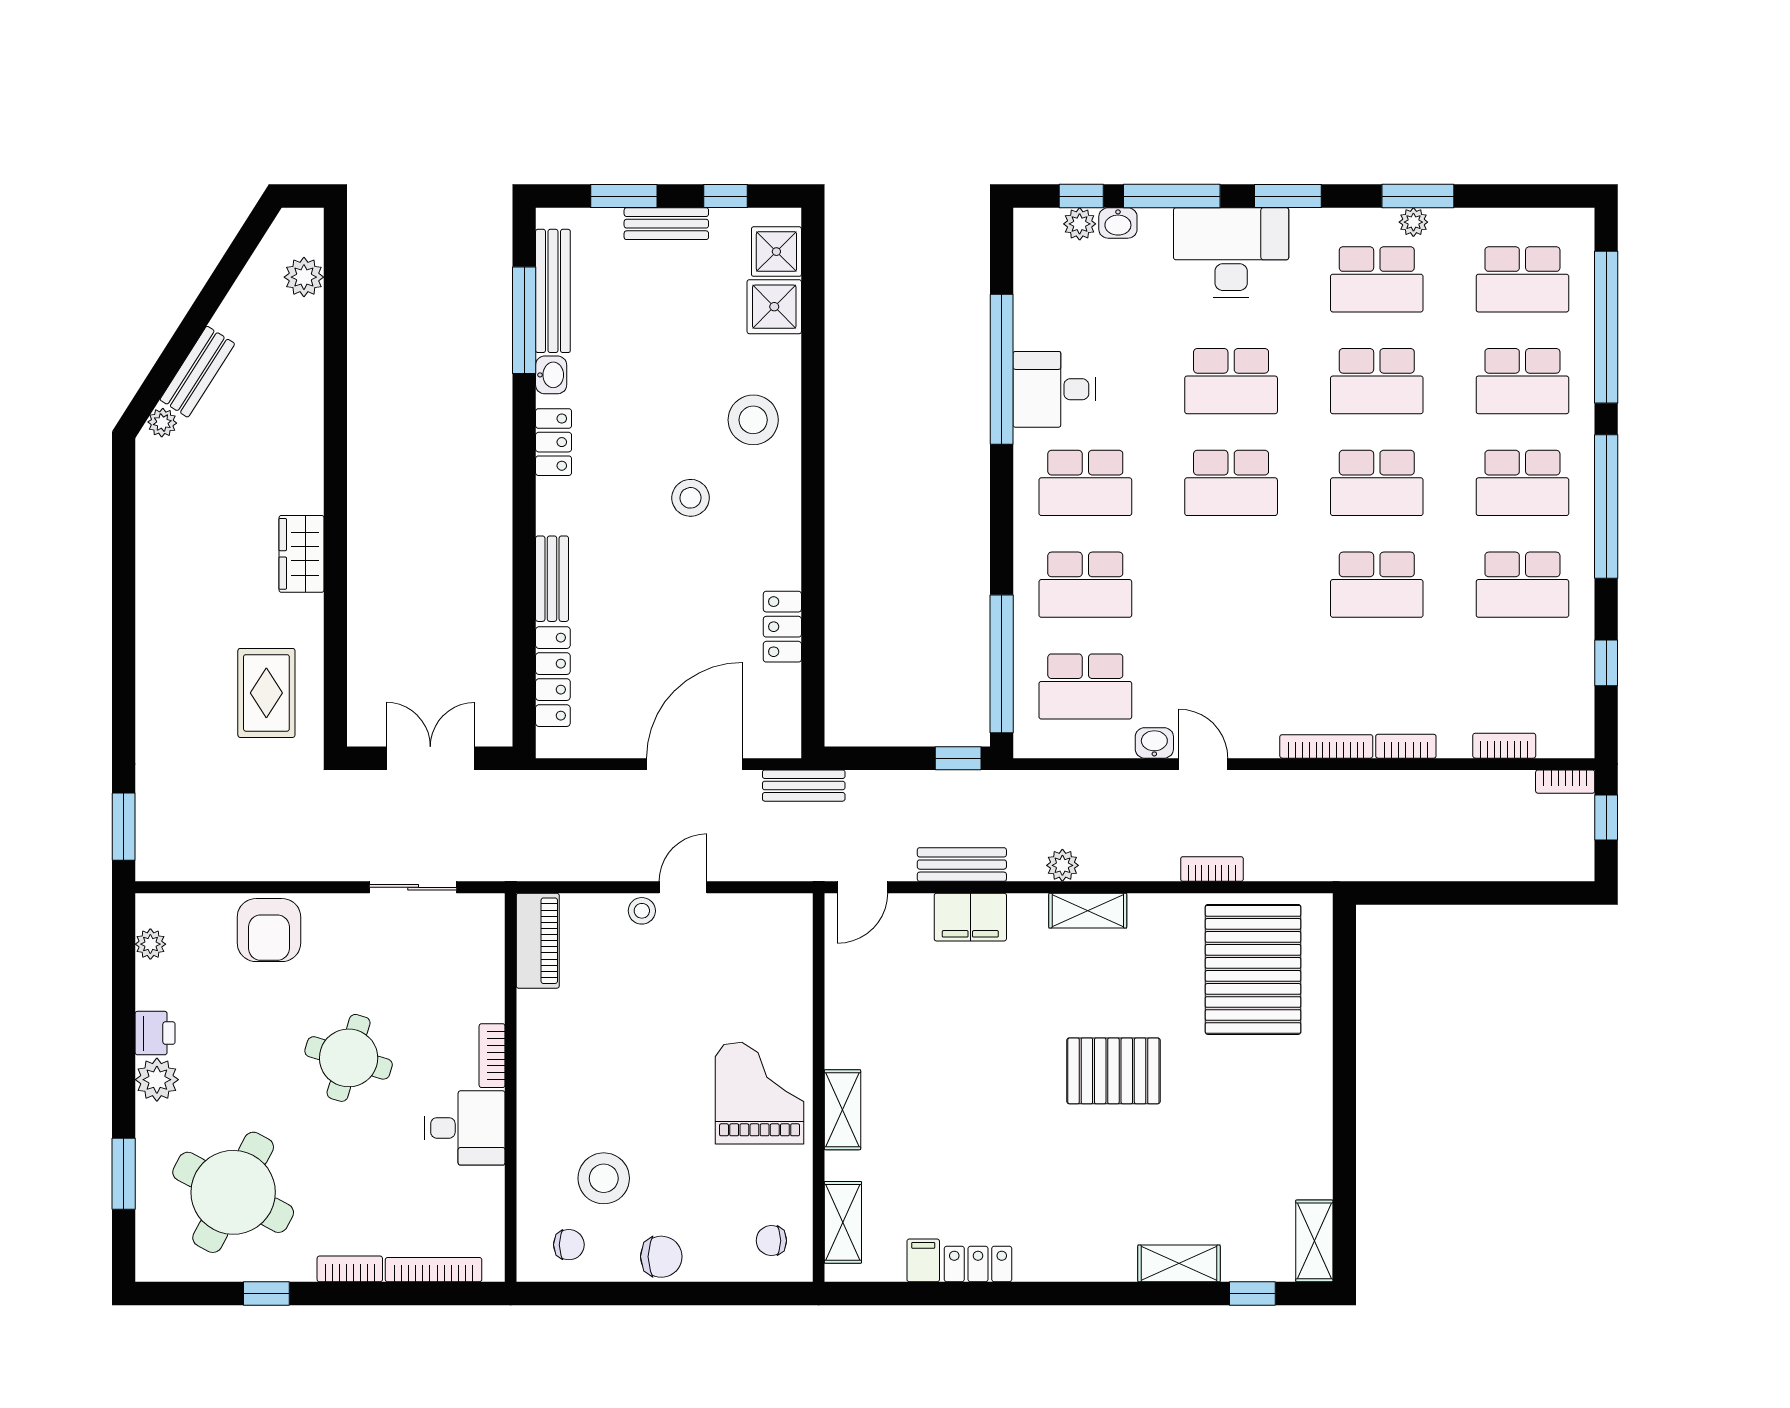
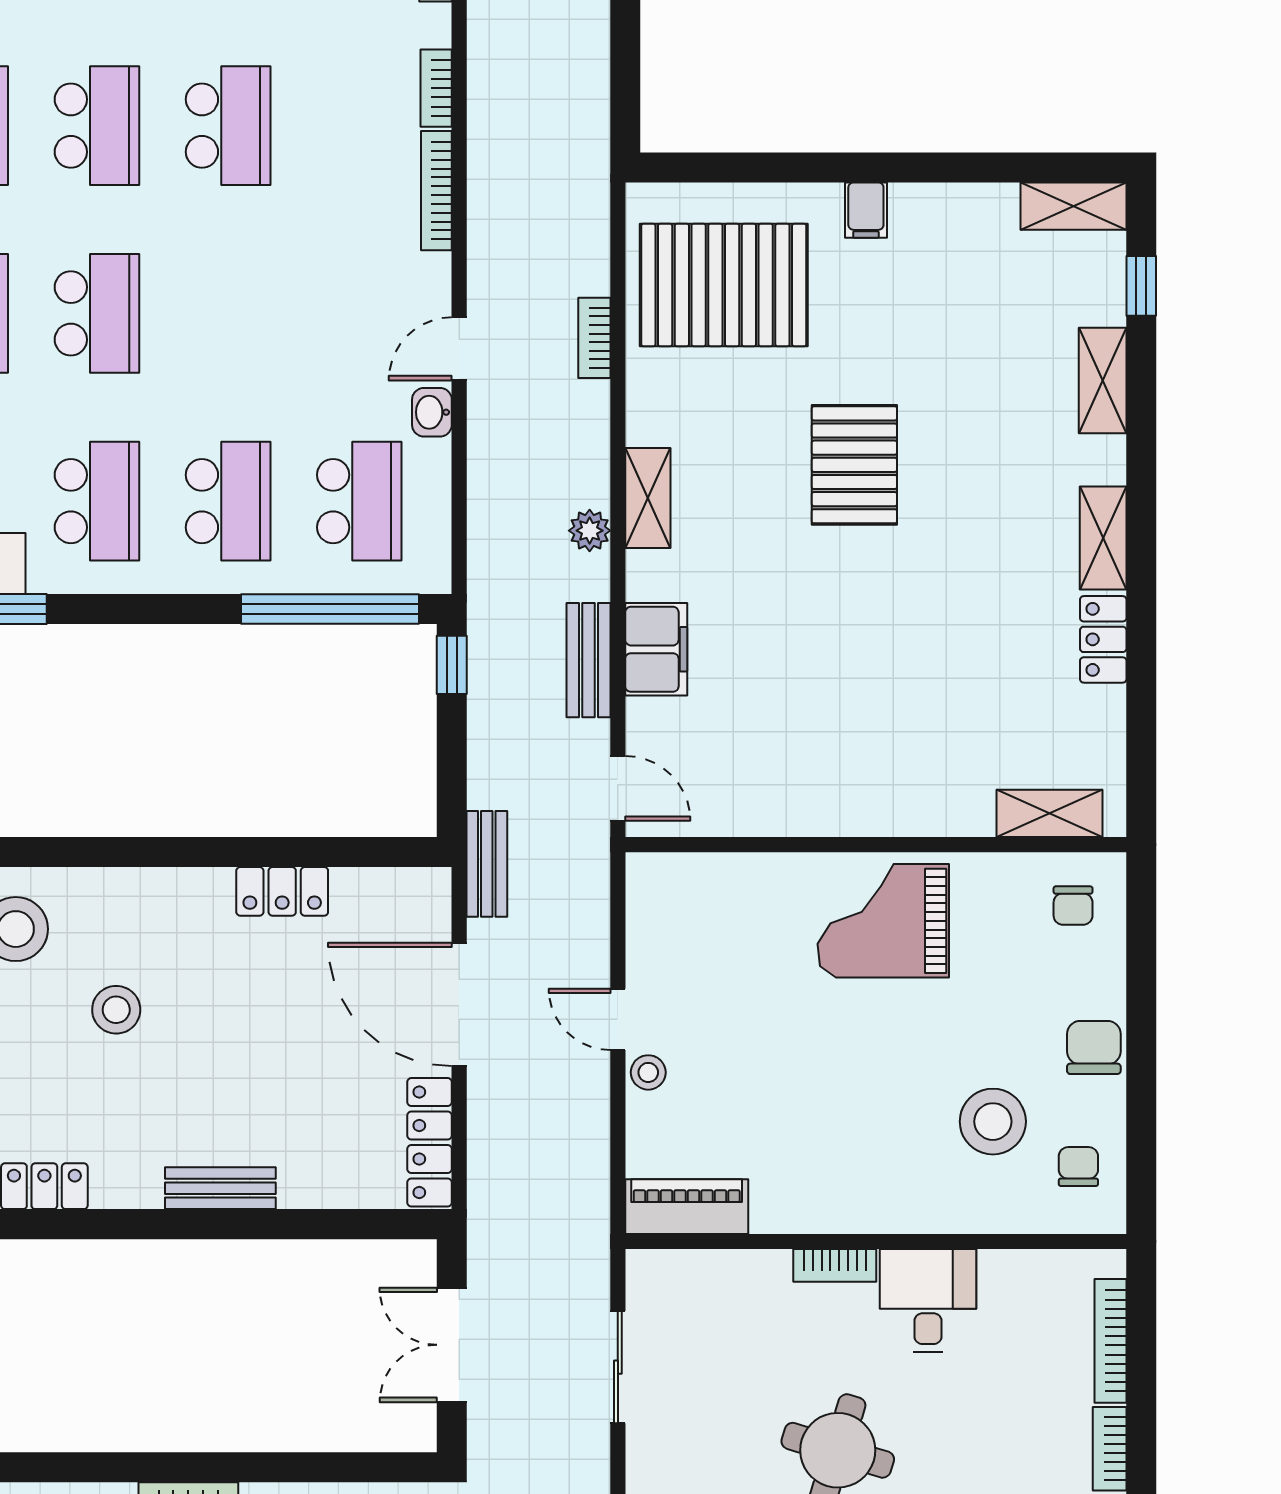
locker: (553, 677) -> (430, 1142), moved, turned -90
shelving: (843, 1110) -> (1103, 538), moved, turned 90
filing cabinet: (923, 1260) -> (866, 210), moved, turned -90

